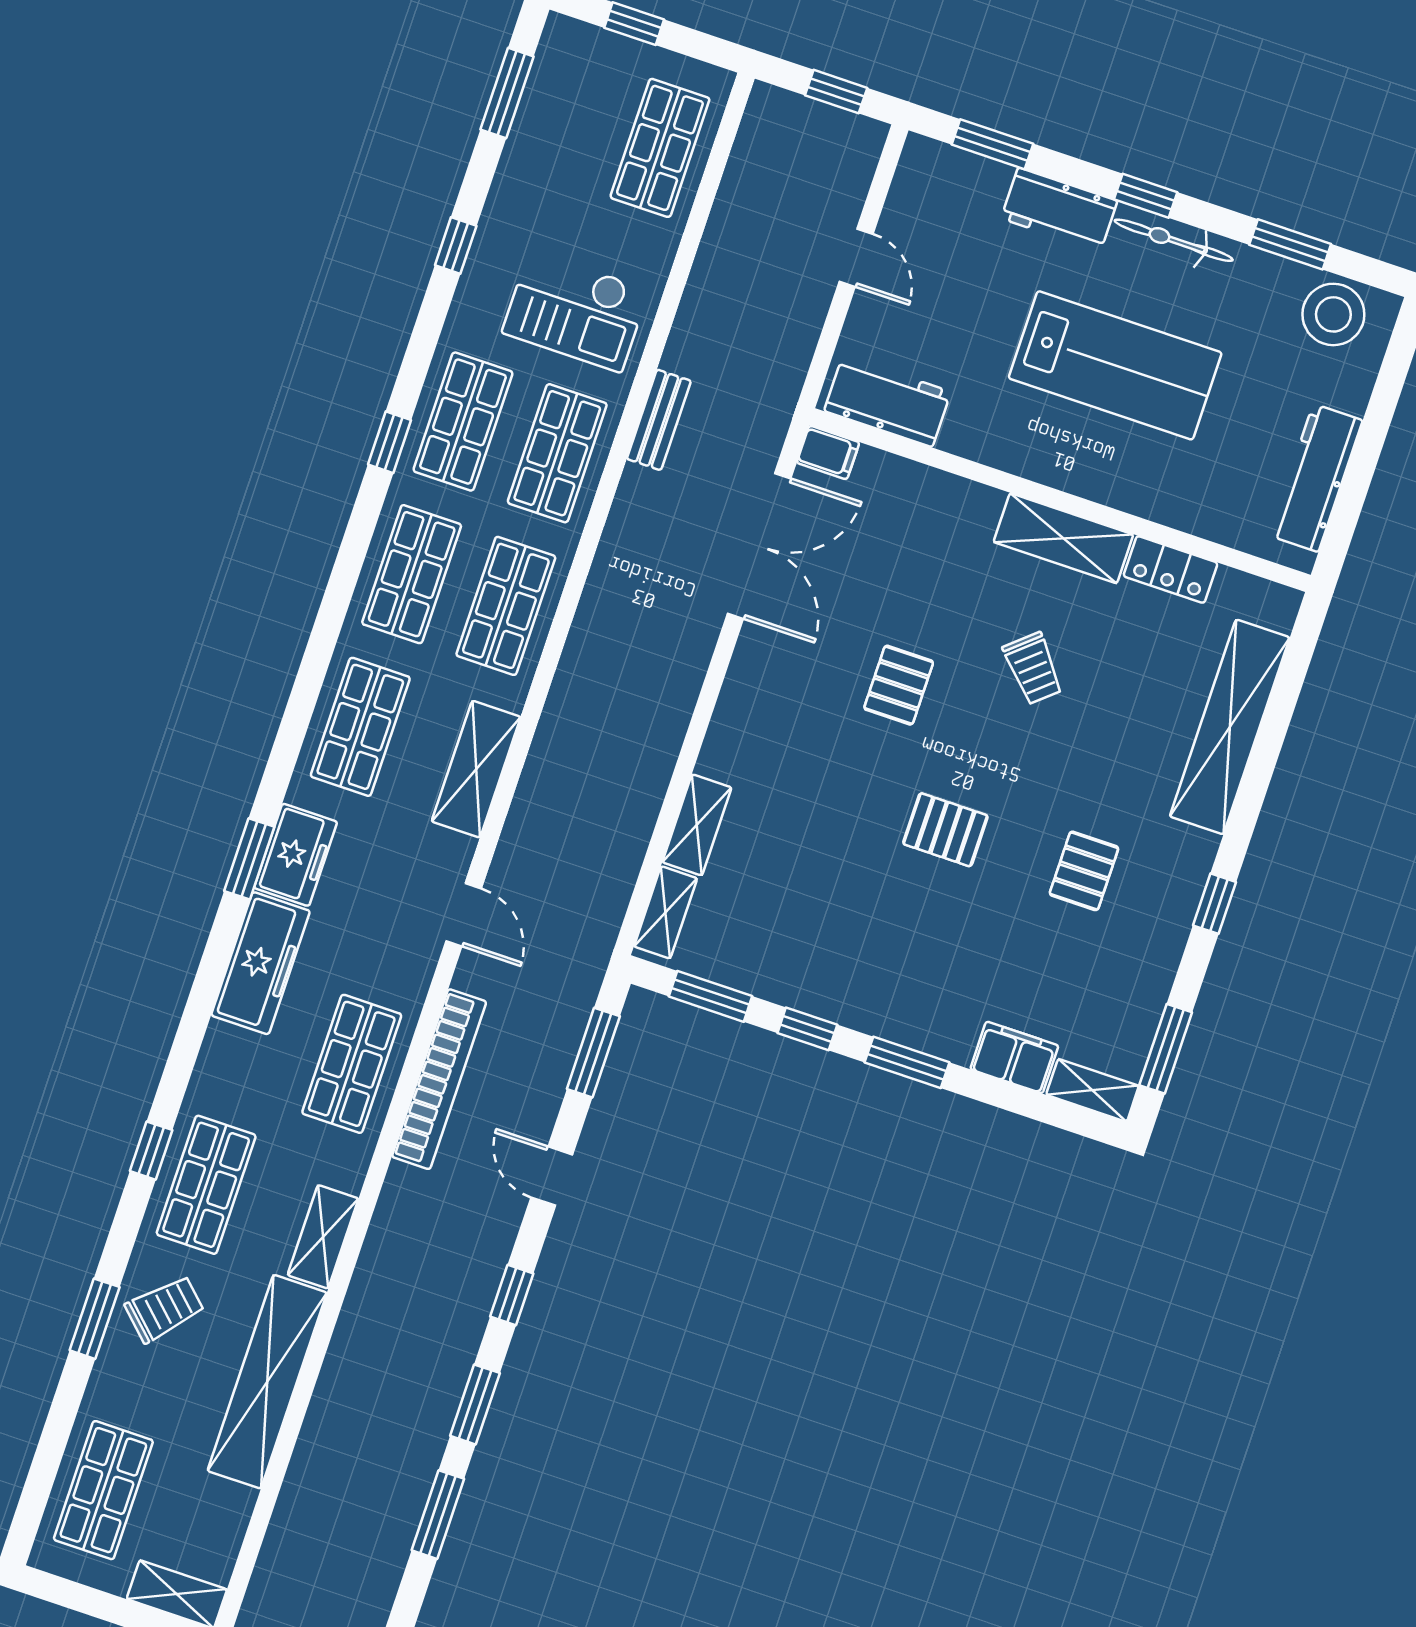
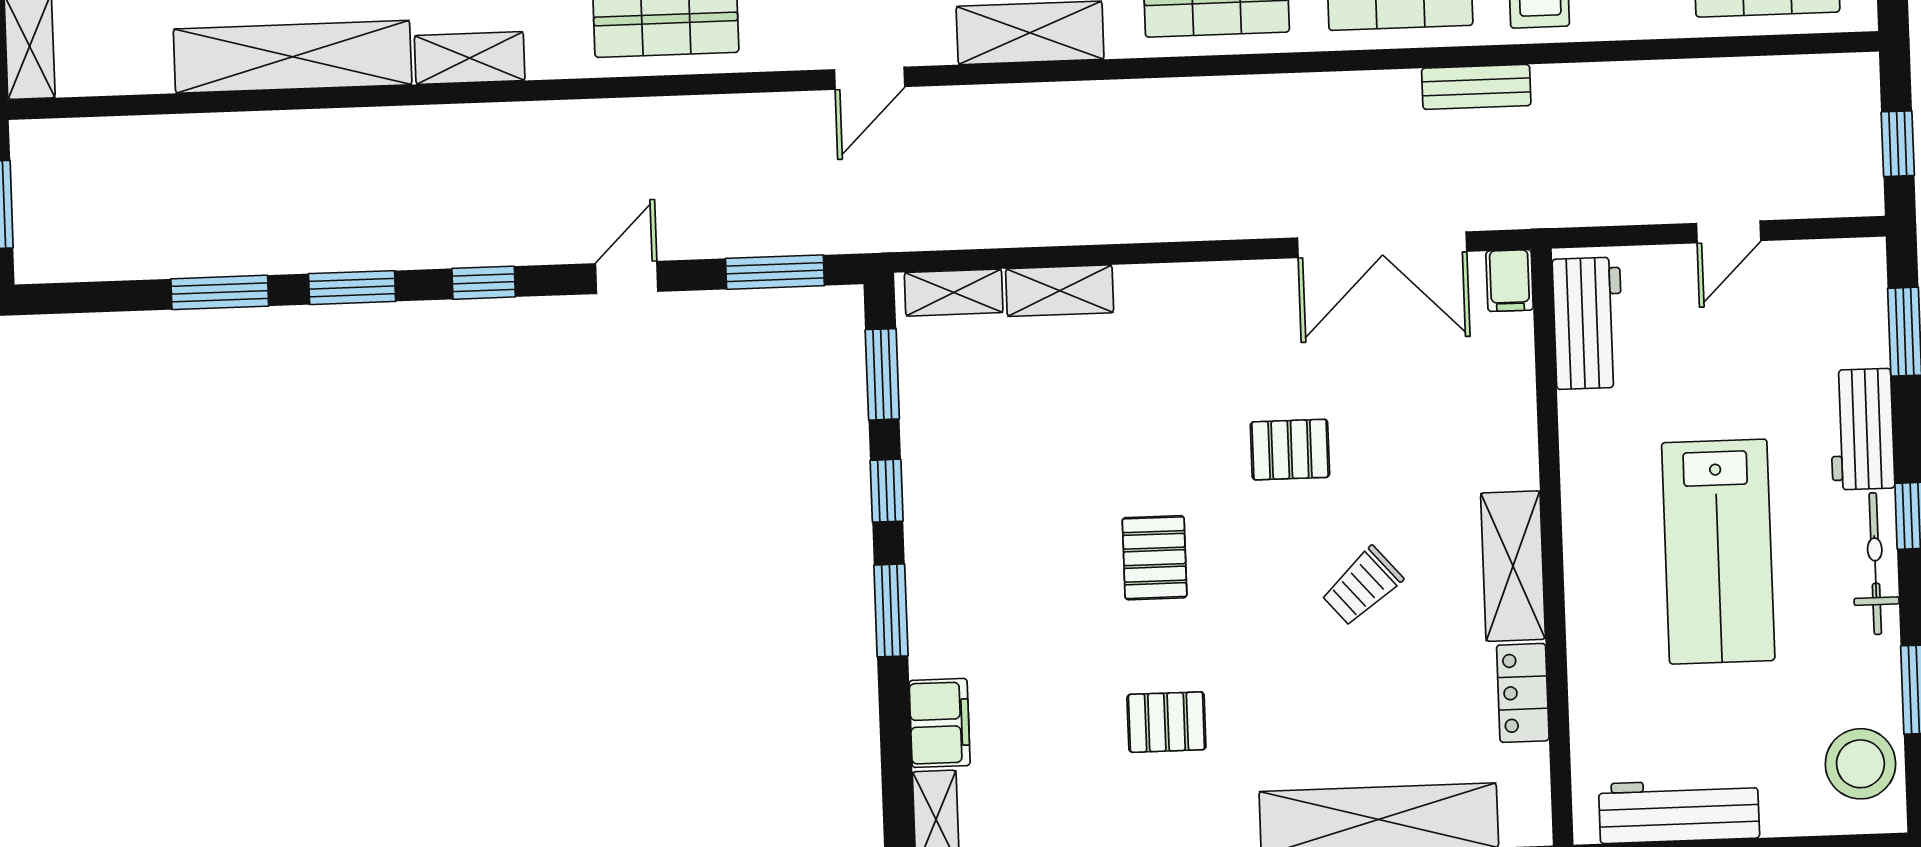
bookcase: (439, 1079) -> (685, 118), removed

